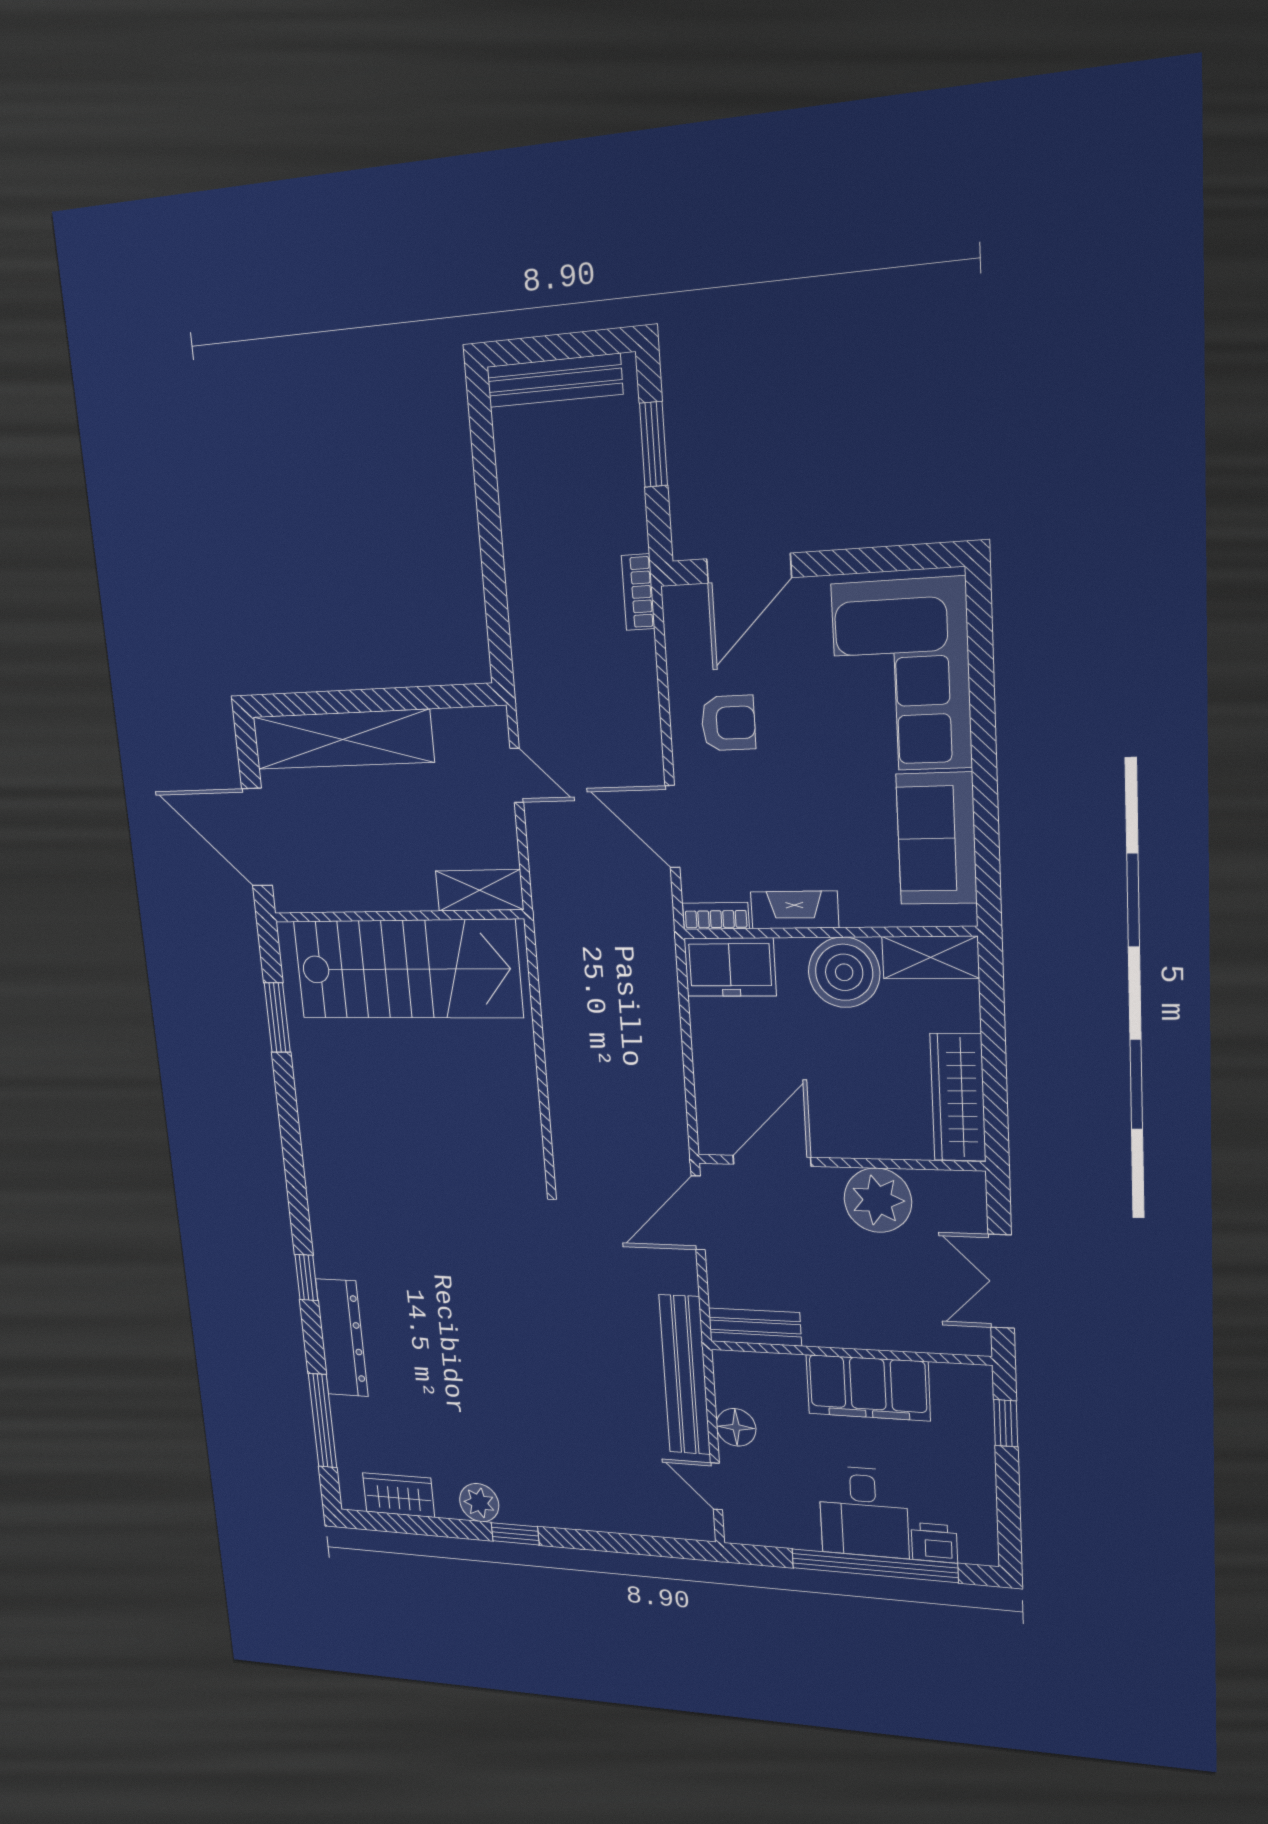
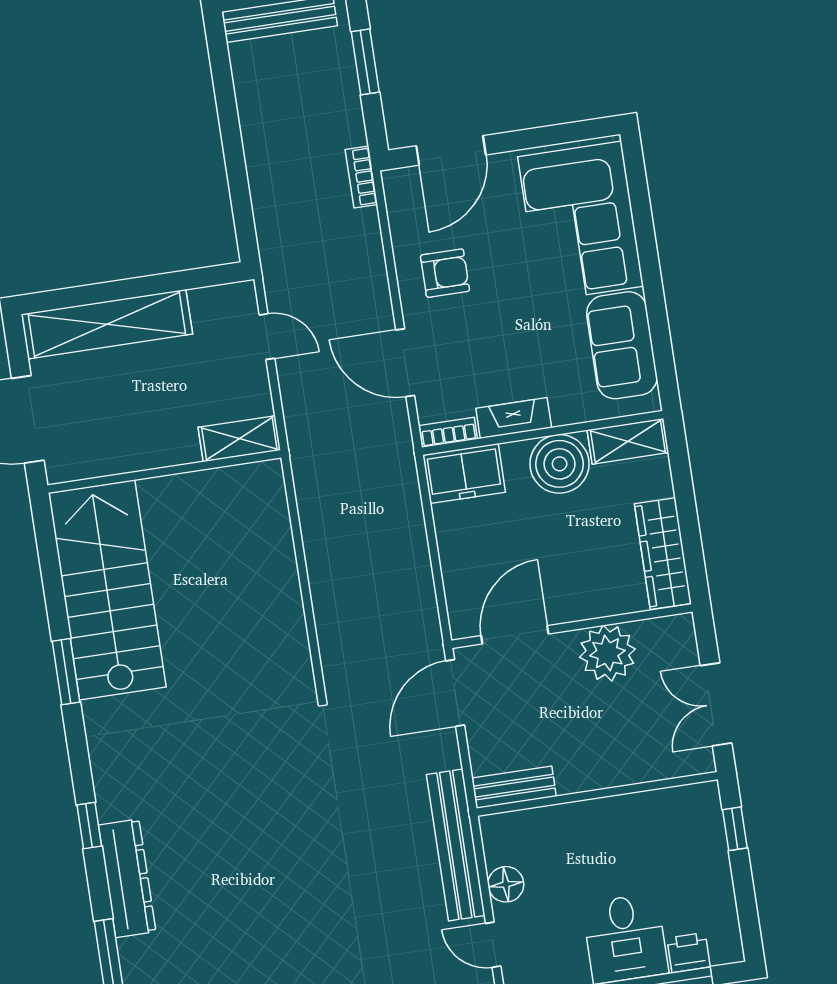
stairs: (407, 969) -> (107, 590), moved, turned -90
window: (277, 1018) -> (66, 672), moved
filing cabinet: (868, 1388) -> (617, 822), removed

